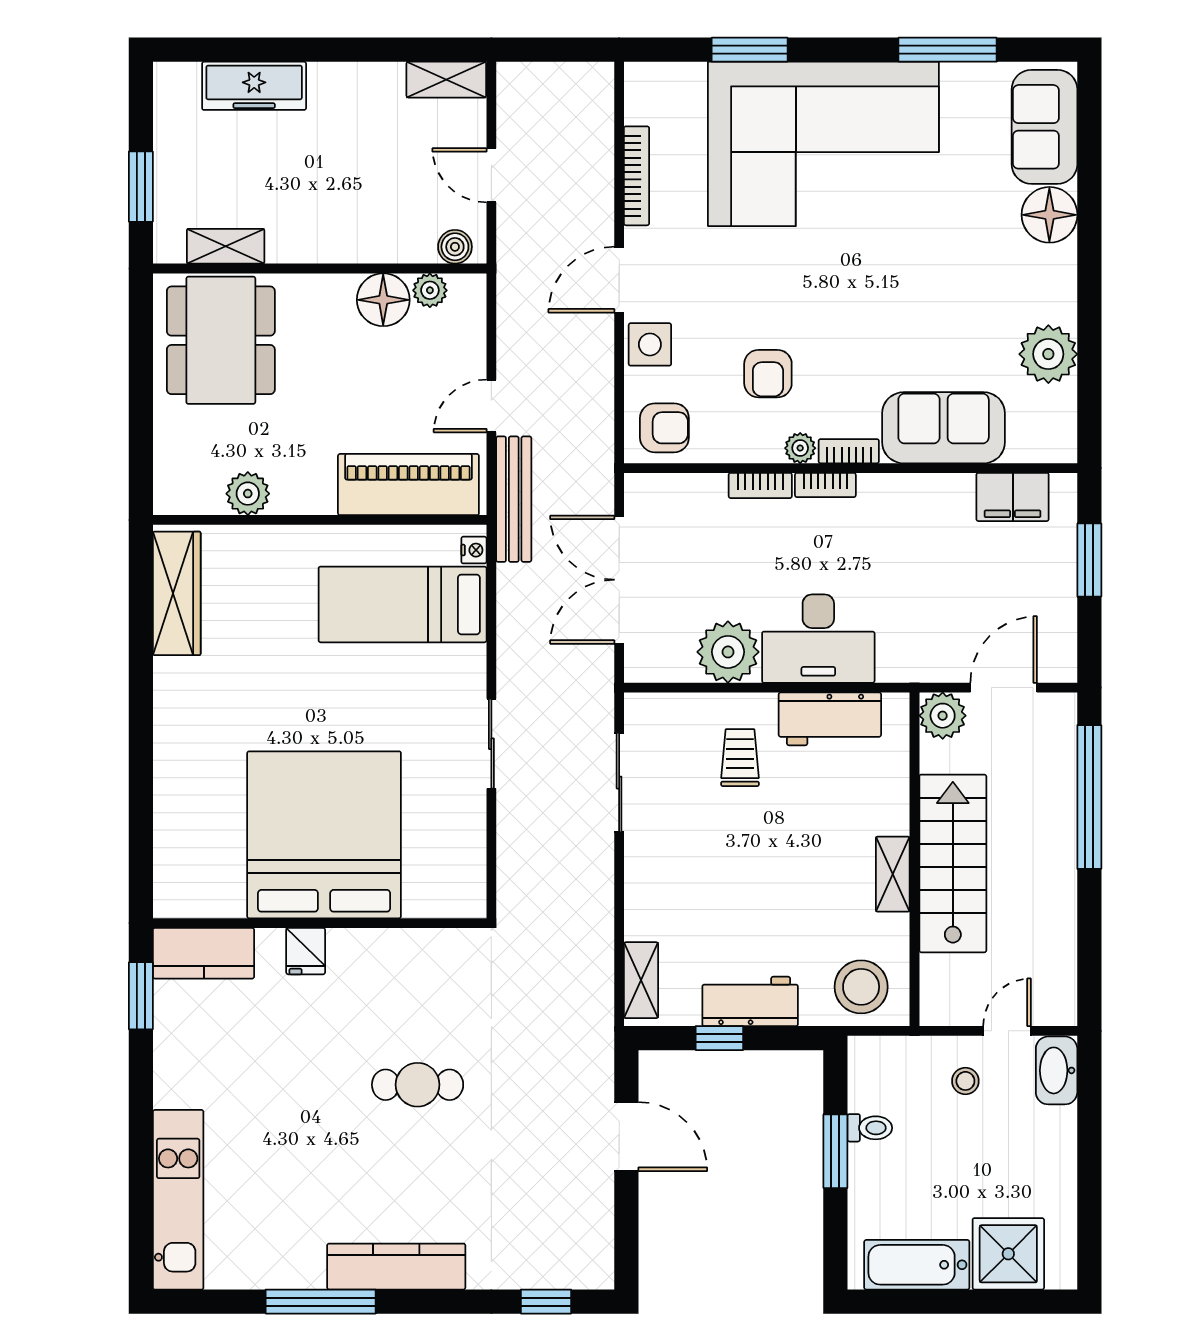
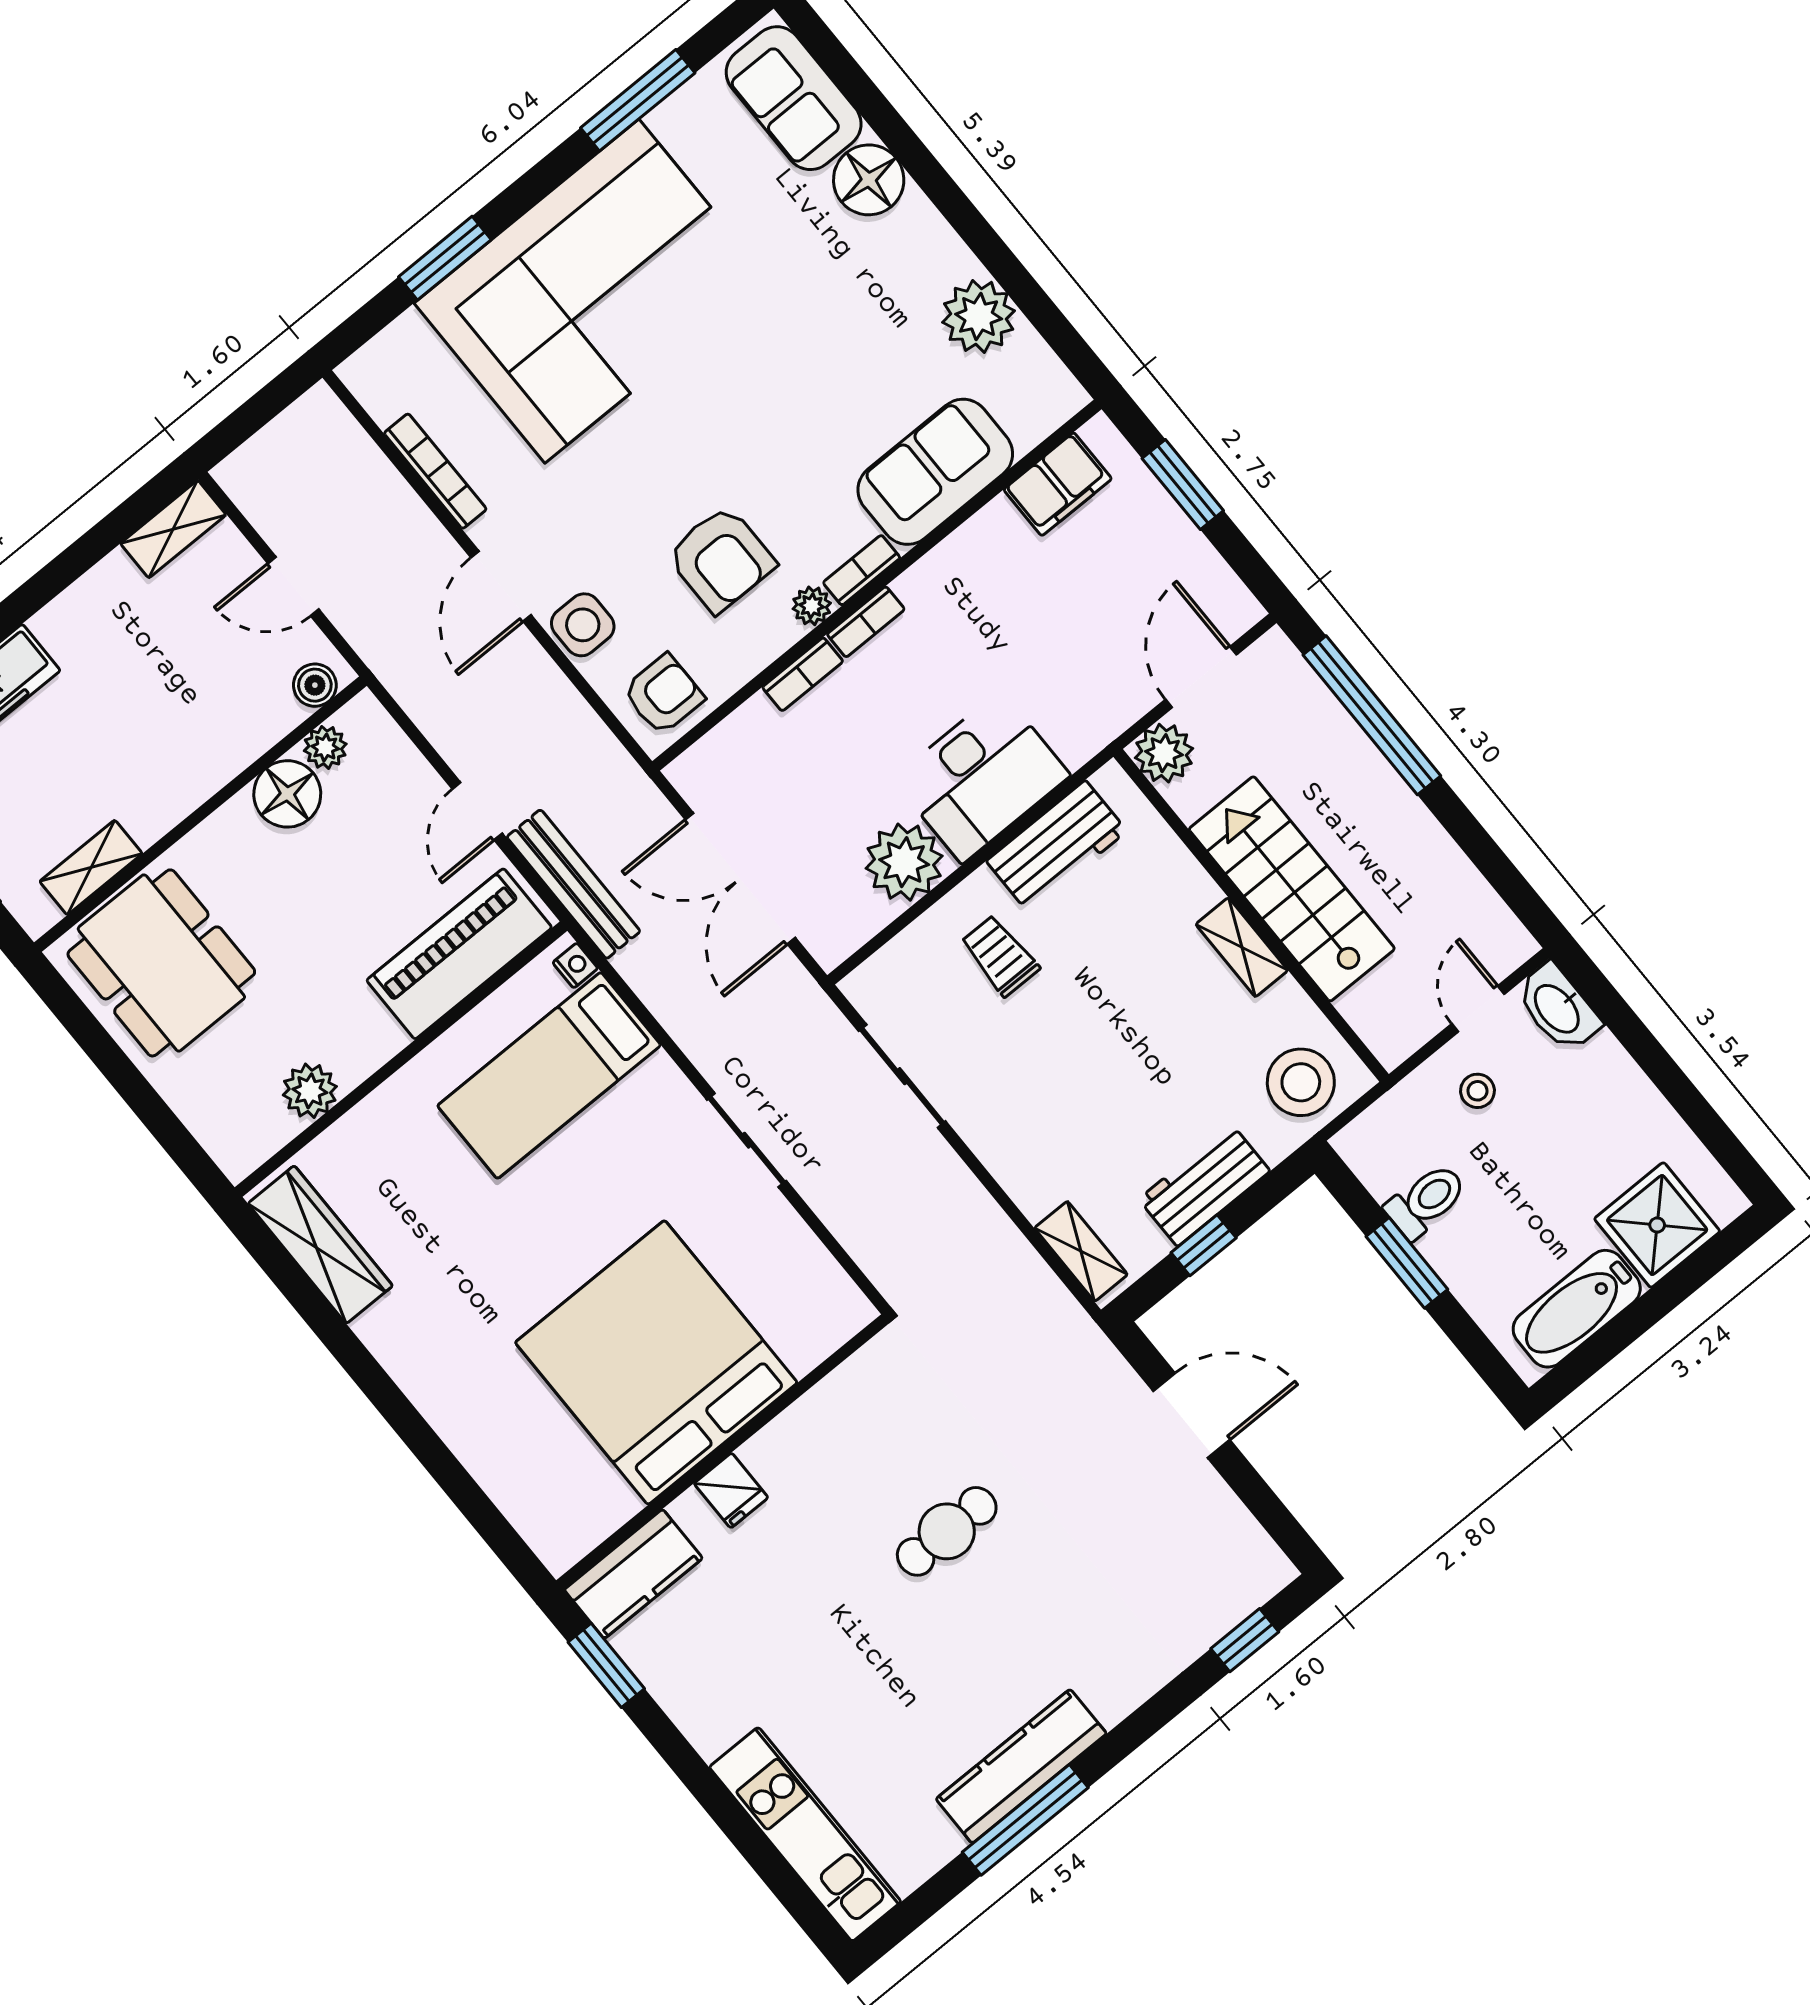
armchair: (768, 374) -> (721, 559), width x1.38, depth x1.38
toilet: (870, 1128) -> (1426, 1201), width x1.37, depth x1.39
kitchen counter: (396, 1267) -> (1021, 1766), moved

